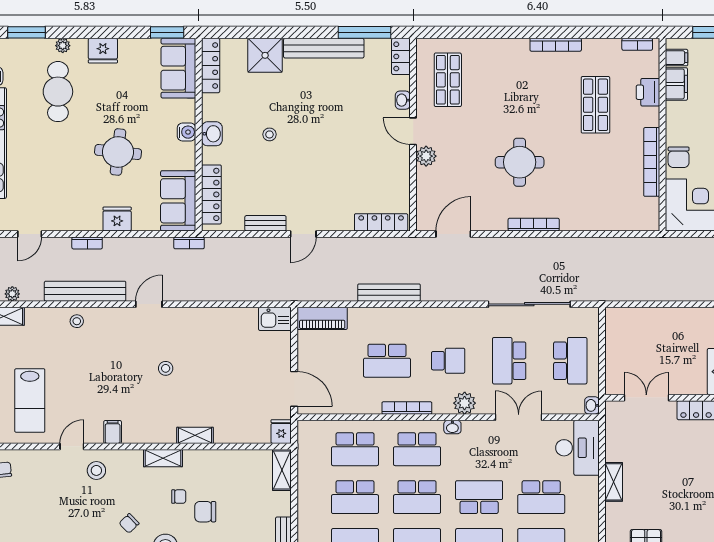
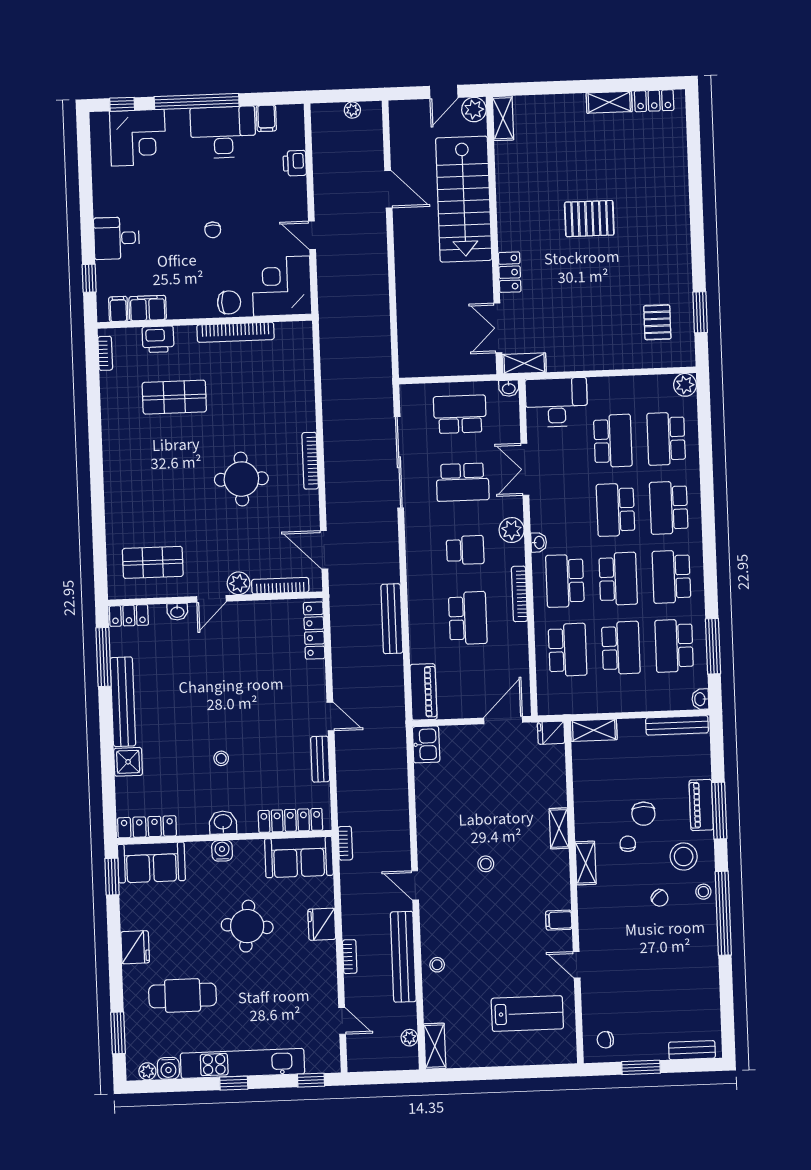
bookcase: (556, 45) -> (280, 586), moved, turned -90
plant: (63, 46) -> (131, 992), removed
shower: (265, 55) -> (128, 762), width x0.73, depth x0.73
school desk: (448, 361) -> (465, 550), turned 90
school desk: (417, 449) -> (565, 581), turned 180
stool: (96, 470) -> (602, 936), removed
shelving: (614, 482) -> (524, 363), moved

